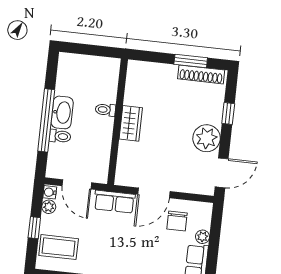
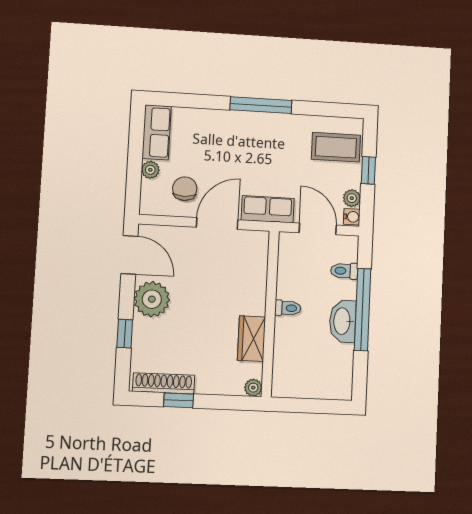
window: (191, 61) -> (178, 400), width x0.67
plant: (134, 67) -> (253, 388), added
toilet: (105, 110) -> (288, 308), moved
wardrobe: (131, 123) -> (252, 339), moved
toilet: (60, 136) -> (344, 271), moved
door: (222, 173) -> (129, 255), swing flipped

